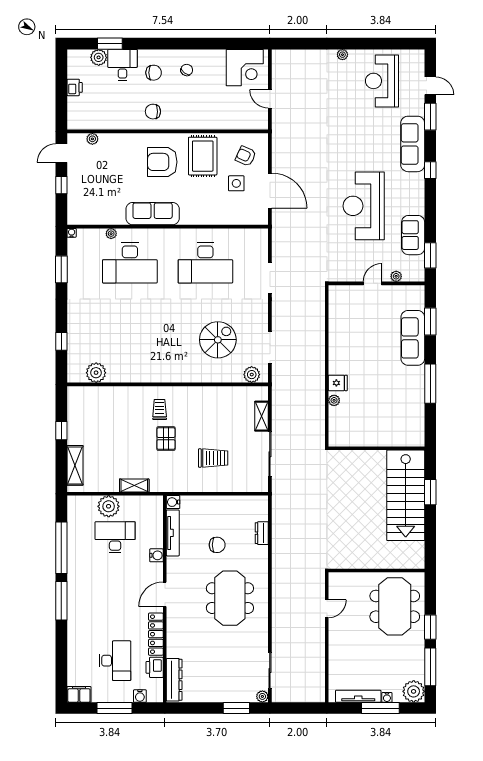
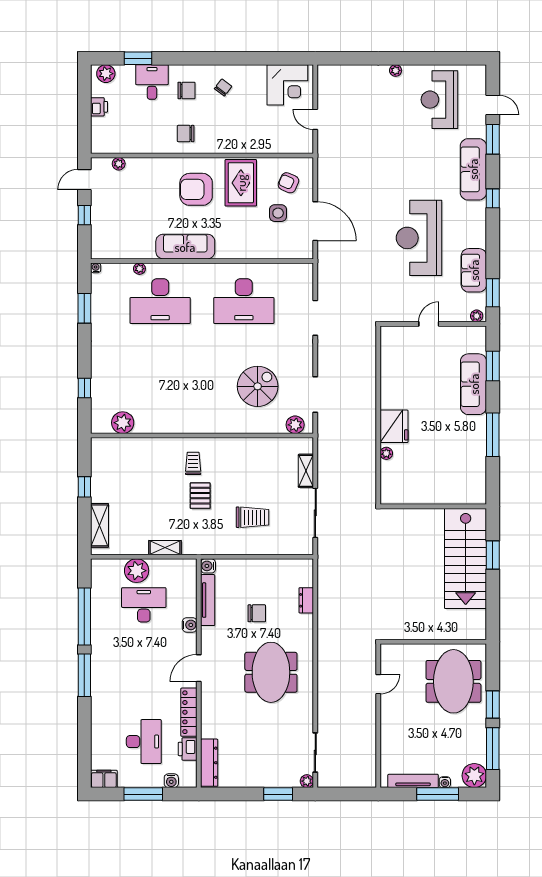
plant: (99, 57) -> (106, 74), moved
plant: (396, 276) -> (477, 316), moved
fridge: (338, 383) -> (394, 426), width x1.88, depth x1.34

